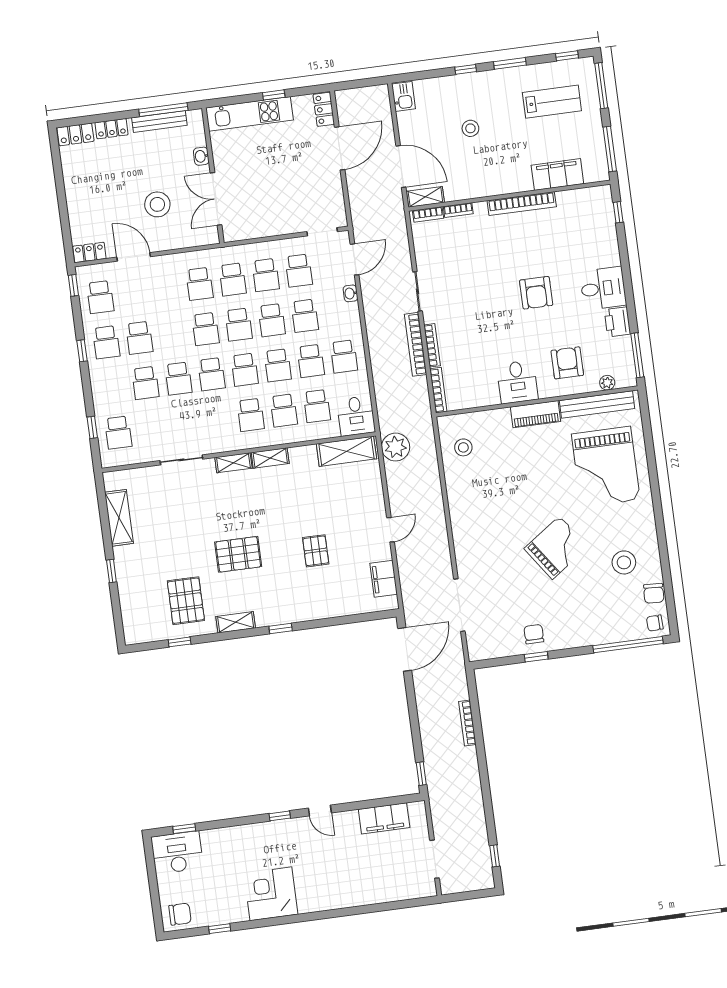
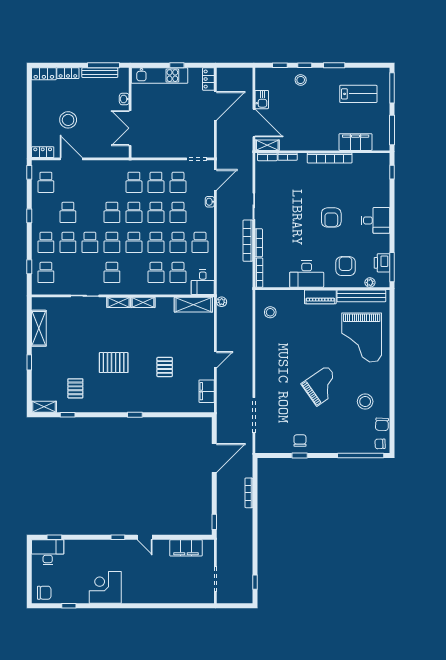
window: (567, 56) -> (280, 65), moved
kitchen sink: (404, 96) -> (262, 100), moved
stool: (470, 128) -> (301, 80), moved
stool: (157, 204) -> (68, 120), moved
school desk: (199, 284) -> (112, 182), removed
printer: (617, 322) -> (382, 263), moved
school desk: (106, 342) -> (46, 242), moved
desk: (517, 382) -> (307, 274), width x1.37
school desk: (251, 415) -> (112, 272), moved
plant: (396, 447) -> (222, 302), width x0.53, depth x0.53
pallet: (186, 601) -> (75, 388), width x0.67, depth x0.71
shelving: (236, 622) -> (44, 407), moved
door: (405, 649) -> (214, 458), moved

